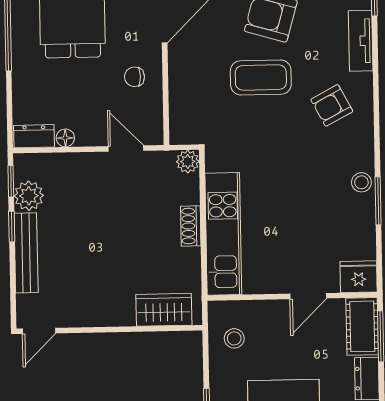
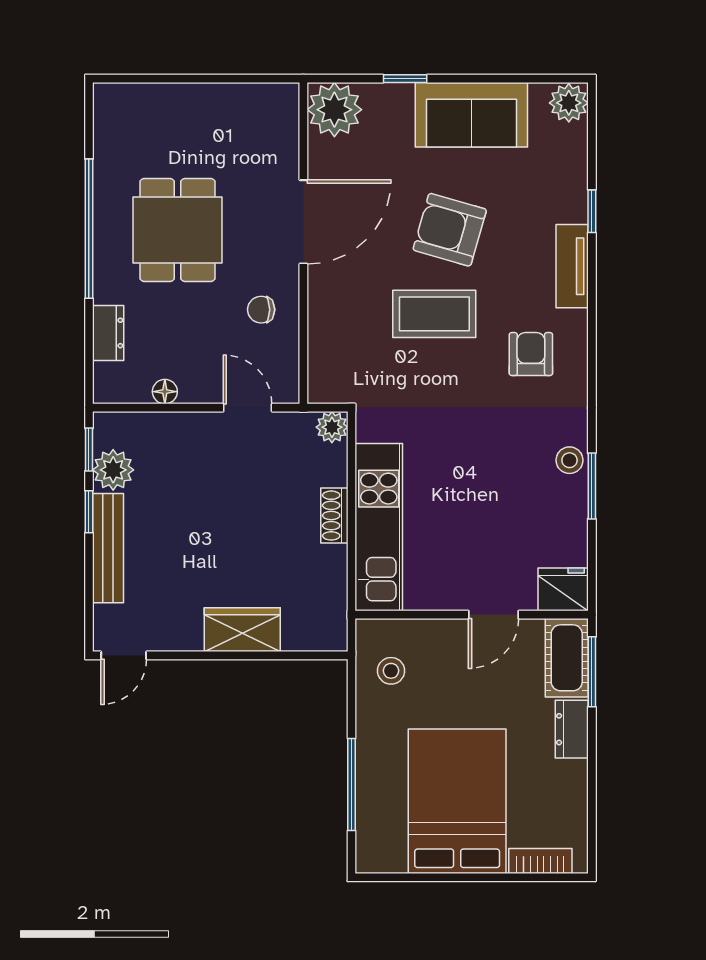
armchair: (332, 105) -> (531, 354), turned 118
dresser: (34, 136) -> (108, 333), moved, turned 90
wardrobe: (164, 310) -> (242, 630), moved

